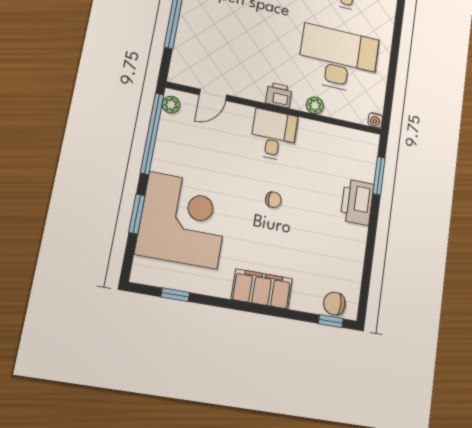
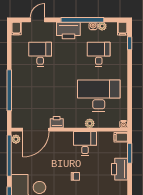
door: (213, 95) -> (36, 130), width x1.87
printer: (279, 95) -> (57, 122), moved
desk: (274, 135) -> (85, 143), moved
filing cabinet: (367, 143) -> (121, 137), added

